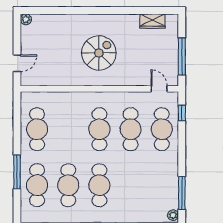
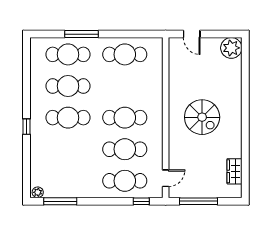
plant: (26, 19) -> (231, 48), width x1.87, depth x1.87

